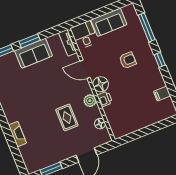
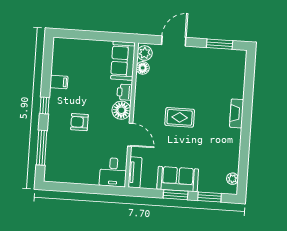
sofa: (109, 22) -> (123, 61), moved, turned -90
filing cabinet: (162, 94) -> (59, 82), moved
plant: (90, 101) -> (145, 53), moved
rug: (67, 117) -> (180, 117), moved, turned 90
fireplace: (17, 134) -> (237, 113), moved

